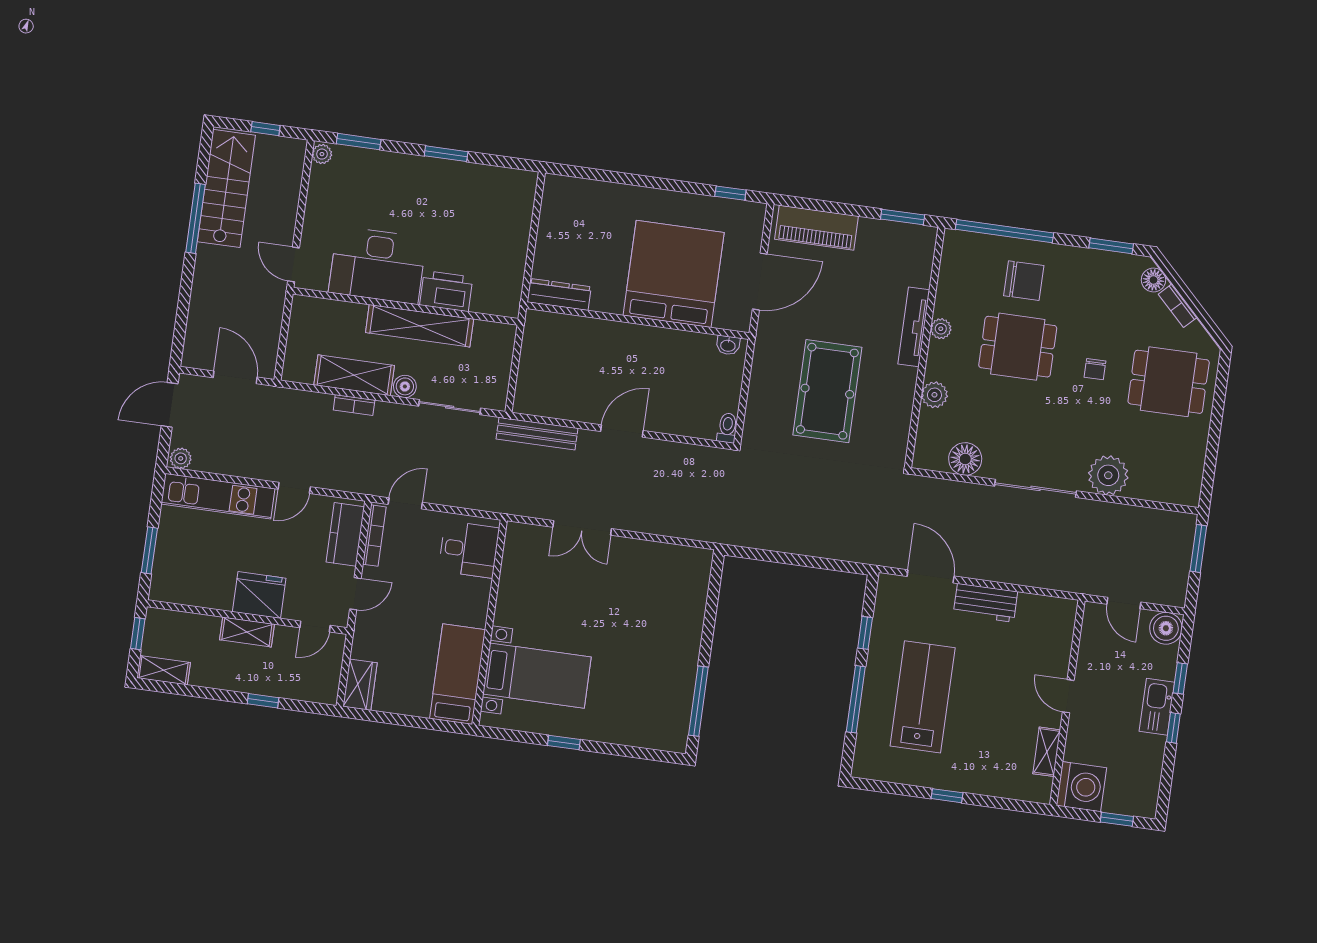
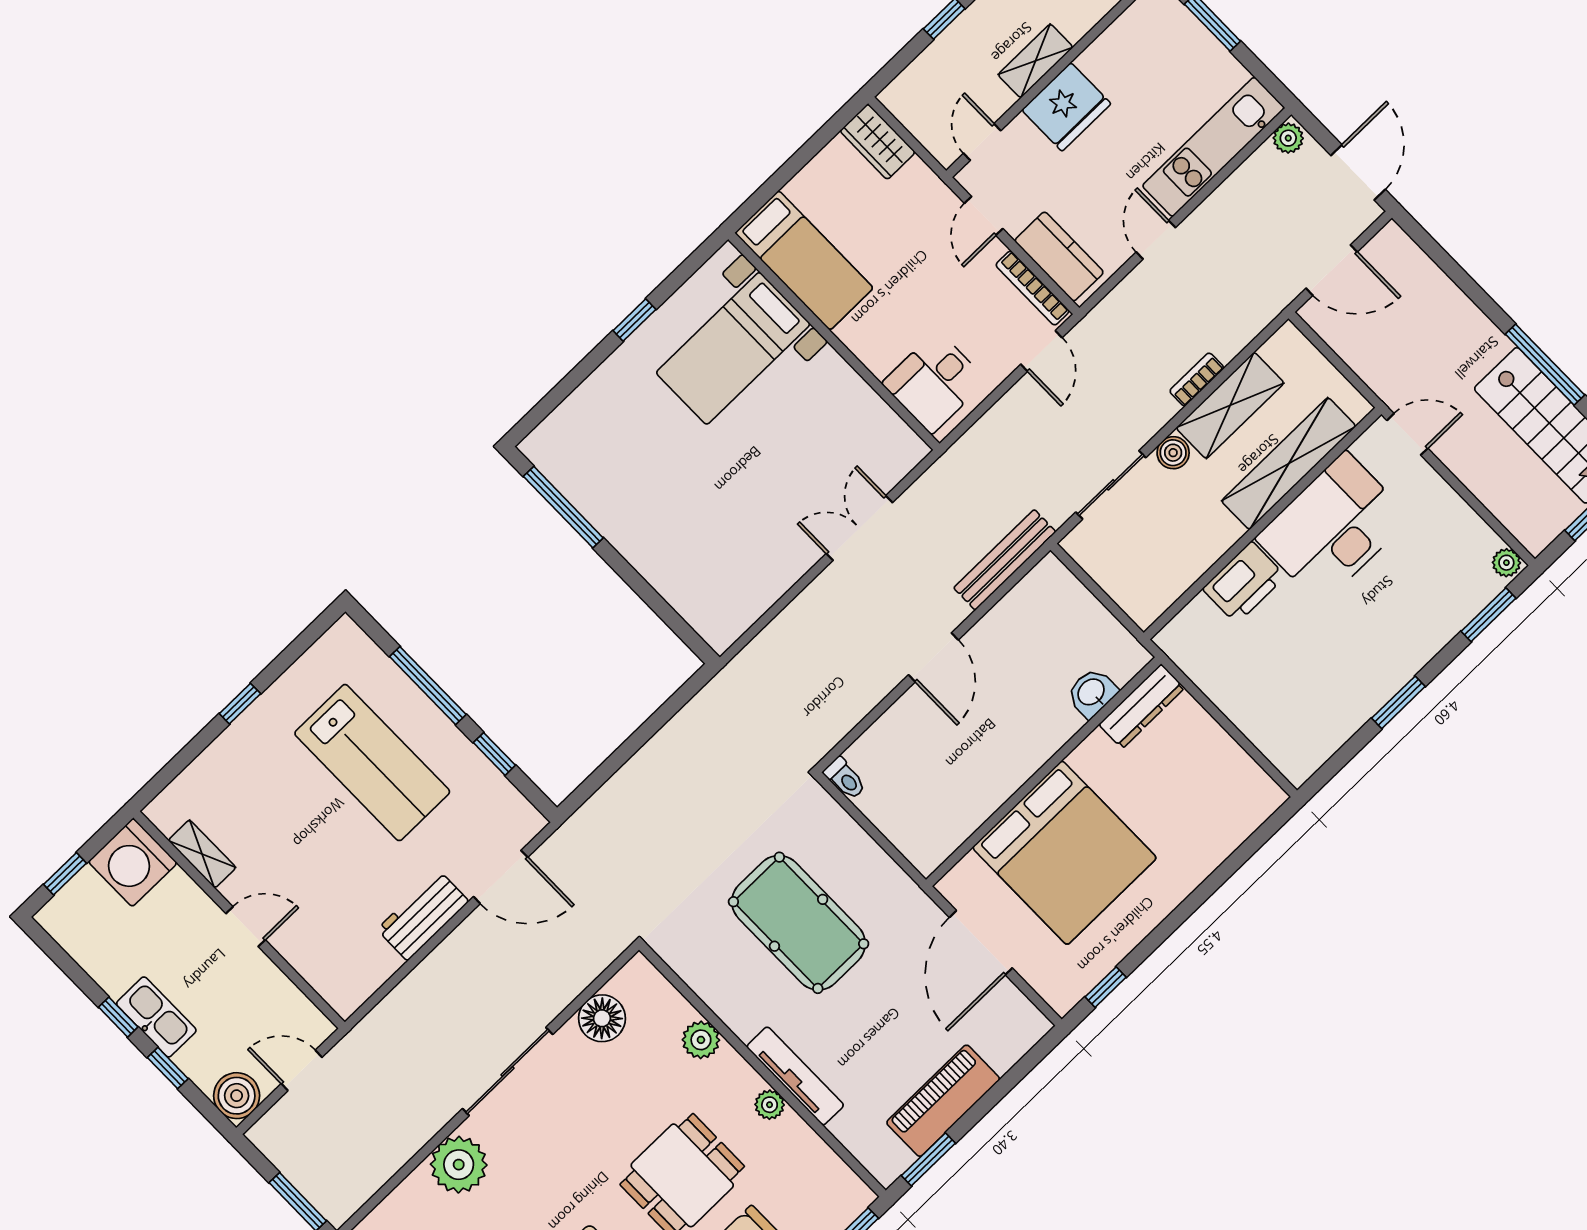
piano: (817, 228) -> (943, 1101), moved
shelving: (420, 326) -> (1289, 464), moved
washbasin: (728, 345) -> (1092, 693), moved, width x1.38, depth x1.45

